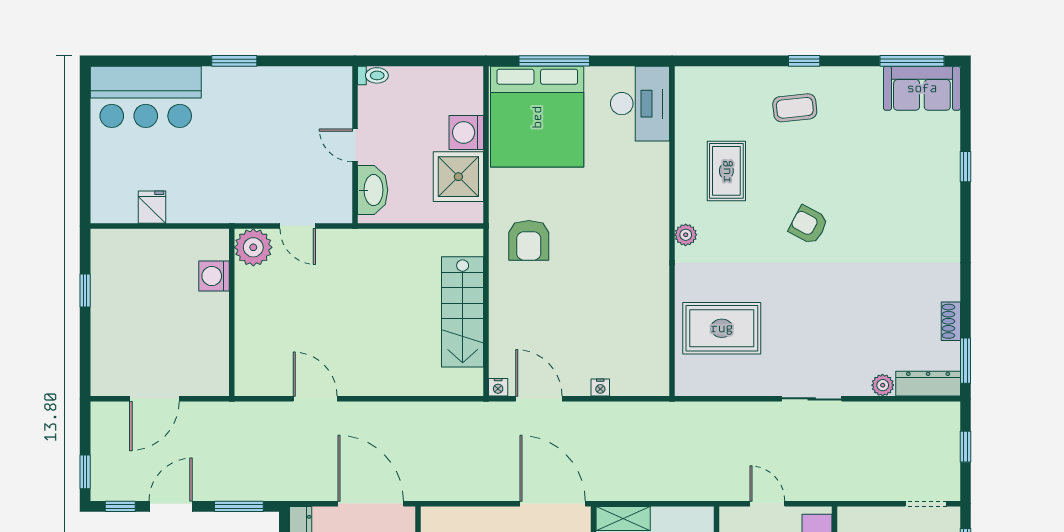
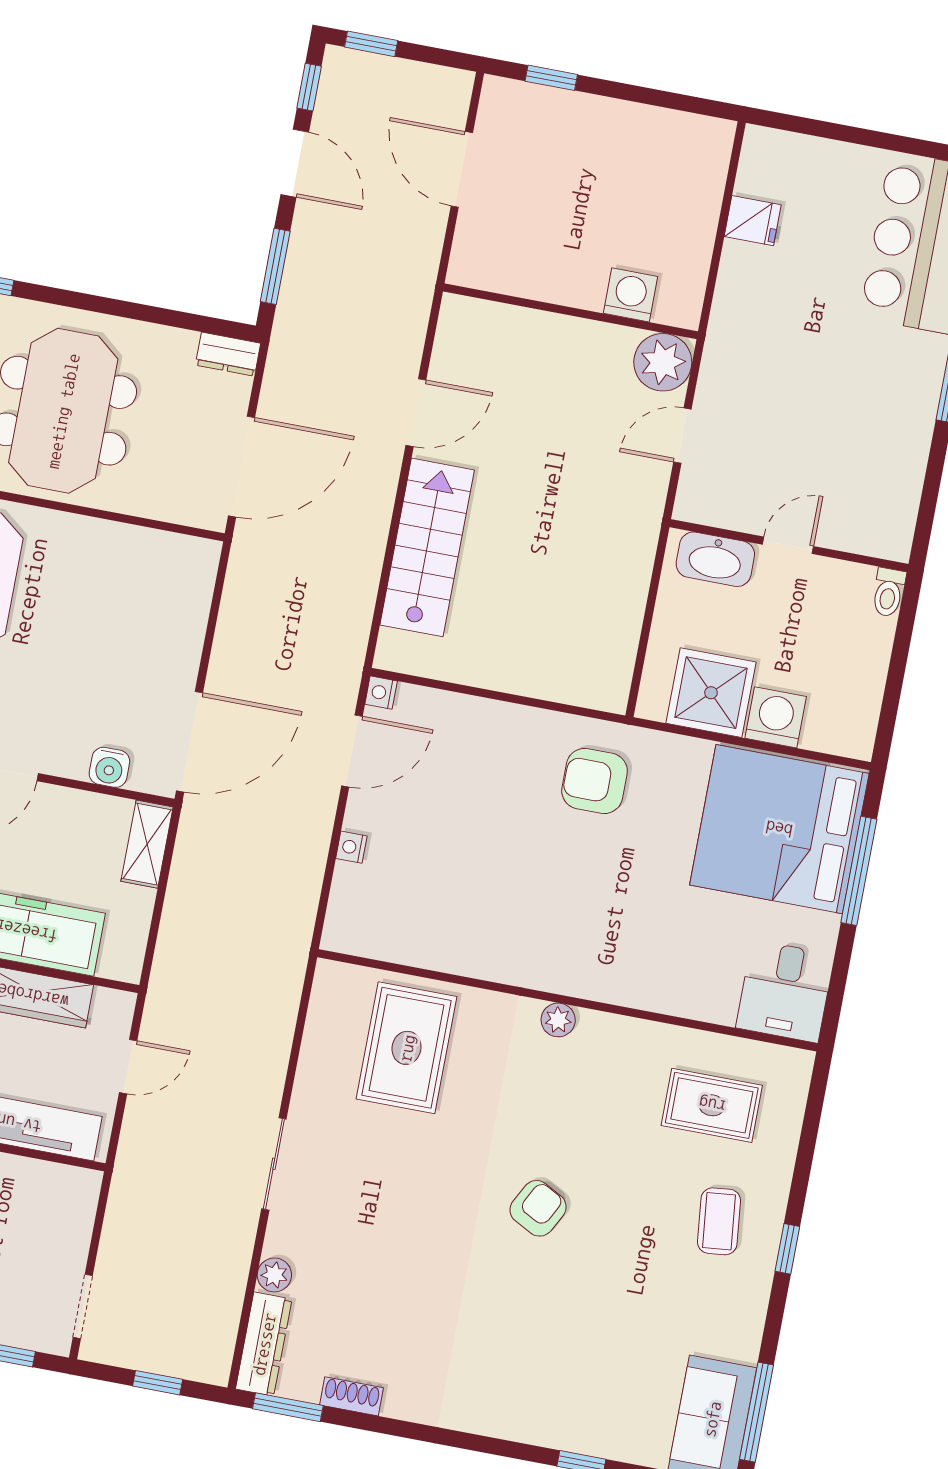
desk: (640, 104) -> (785, 991), width x0.73
rug: (726, 171) -> (712, 1105), moved
window: (85, 291) -> (551, 78), moved
stairs: (463, 312) -> (427, 547), moved, turned 90

